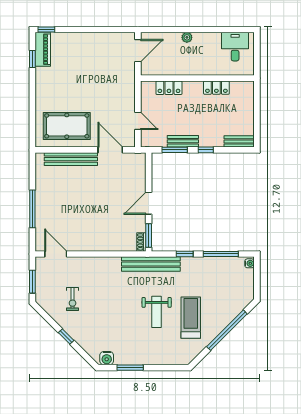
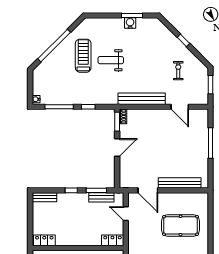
locker: (169, 88) -> (112, 240), moved
locker: (216, 88) -> (44, 240), moved
pool table: (67, 126) -> (181, 225), moved
bench: (183, 141) -> (101, 197), moved
door: (56, 254) -> (180, 107), moved
bench: (151, 264) -> (142, 99), moved
weight bench: (157, 312) -> (111, 60), turned -90
treadmill: (191, 318) -> (83, 56), turned 180
water cooler: (107, 358) -> (130, 23), moved

